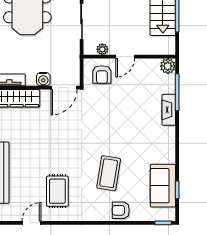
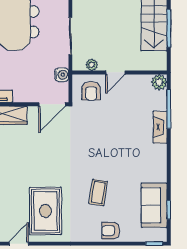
water cooler: (43, 79) -> (62, 75), moved, turned -90
coffee table: (109, 173) -> (98, 192), width x0.73, depth x0.77
rug: (57, 191) -> (45, 211), width x1.36, depth x1.43

